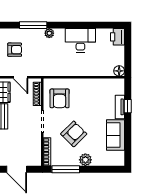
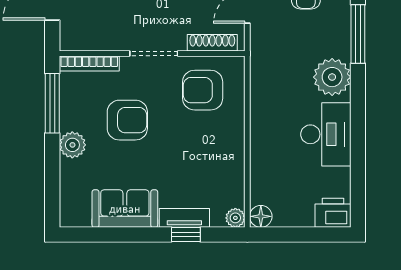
plant: (49, 33) -> (332, 77), width x1.87, depth x1.87
plant: (120, 83) -> (235, 218), added
armchair: (74, 134) -> (127, 120), turned -45

